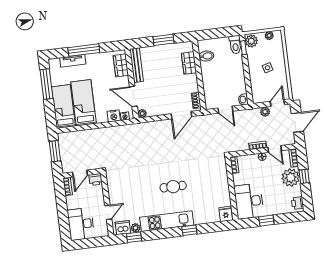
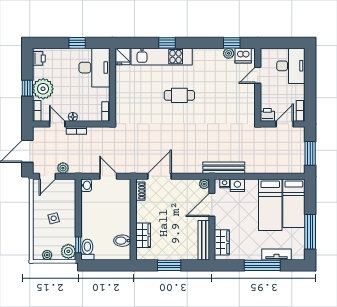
door: (133, 96) -> (212, 205), swing flipped
bench: (127, 129) -> (224, 168), added
kitchen unit: (167, 221) -> (162, 57), moved

